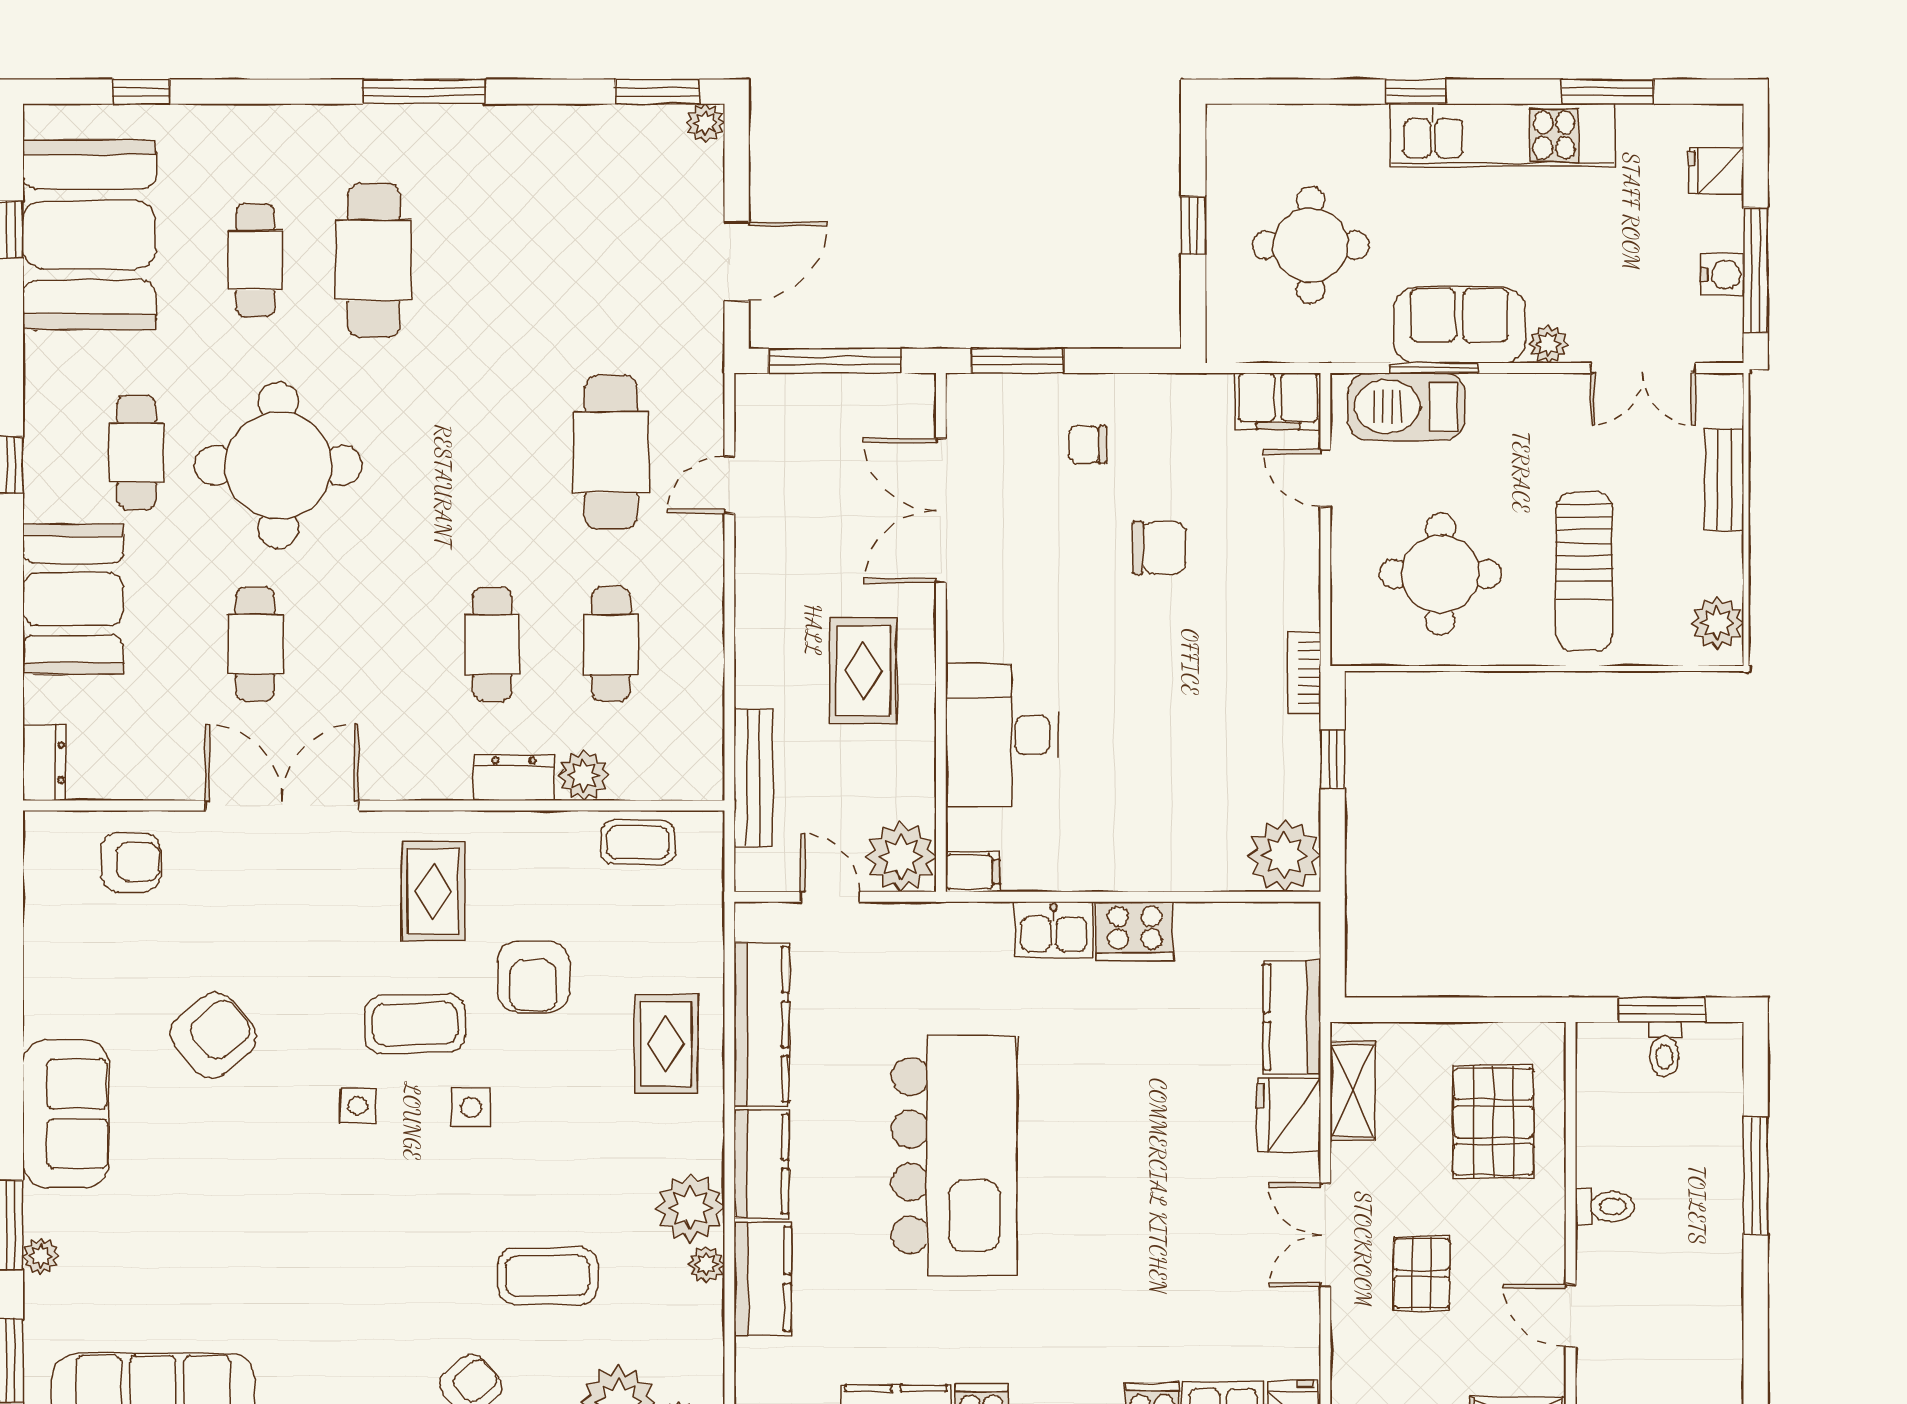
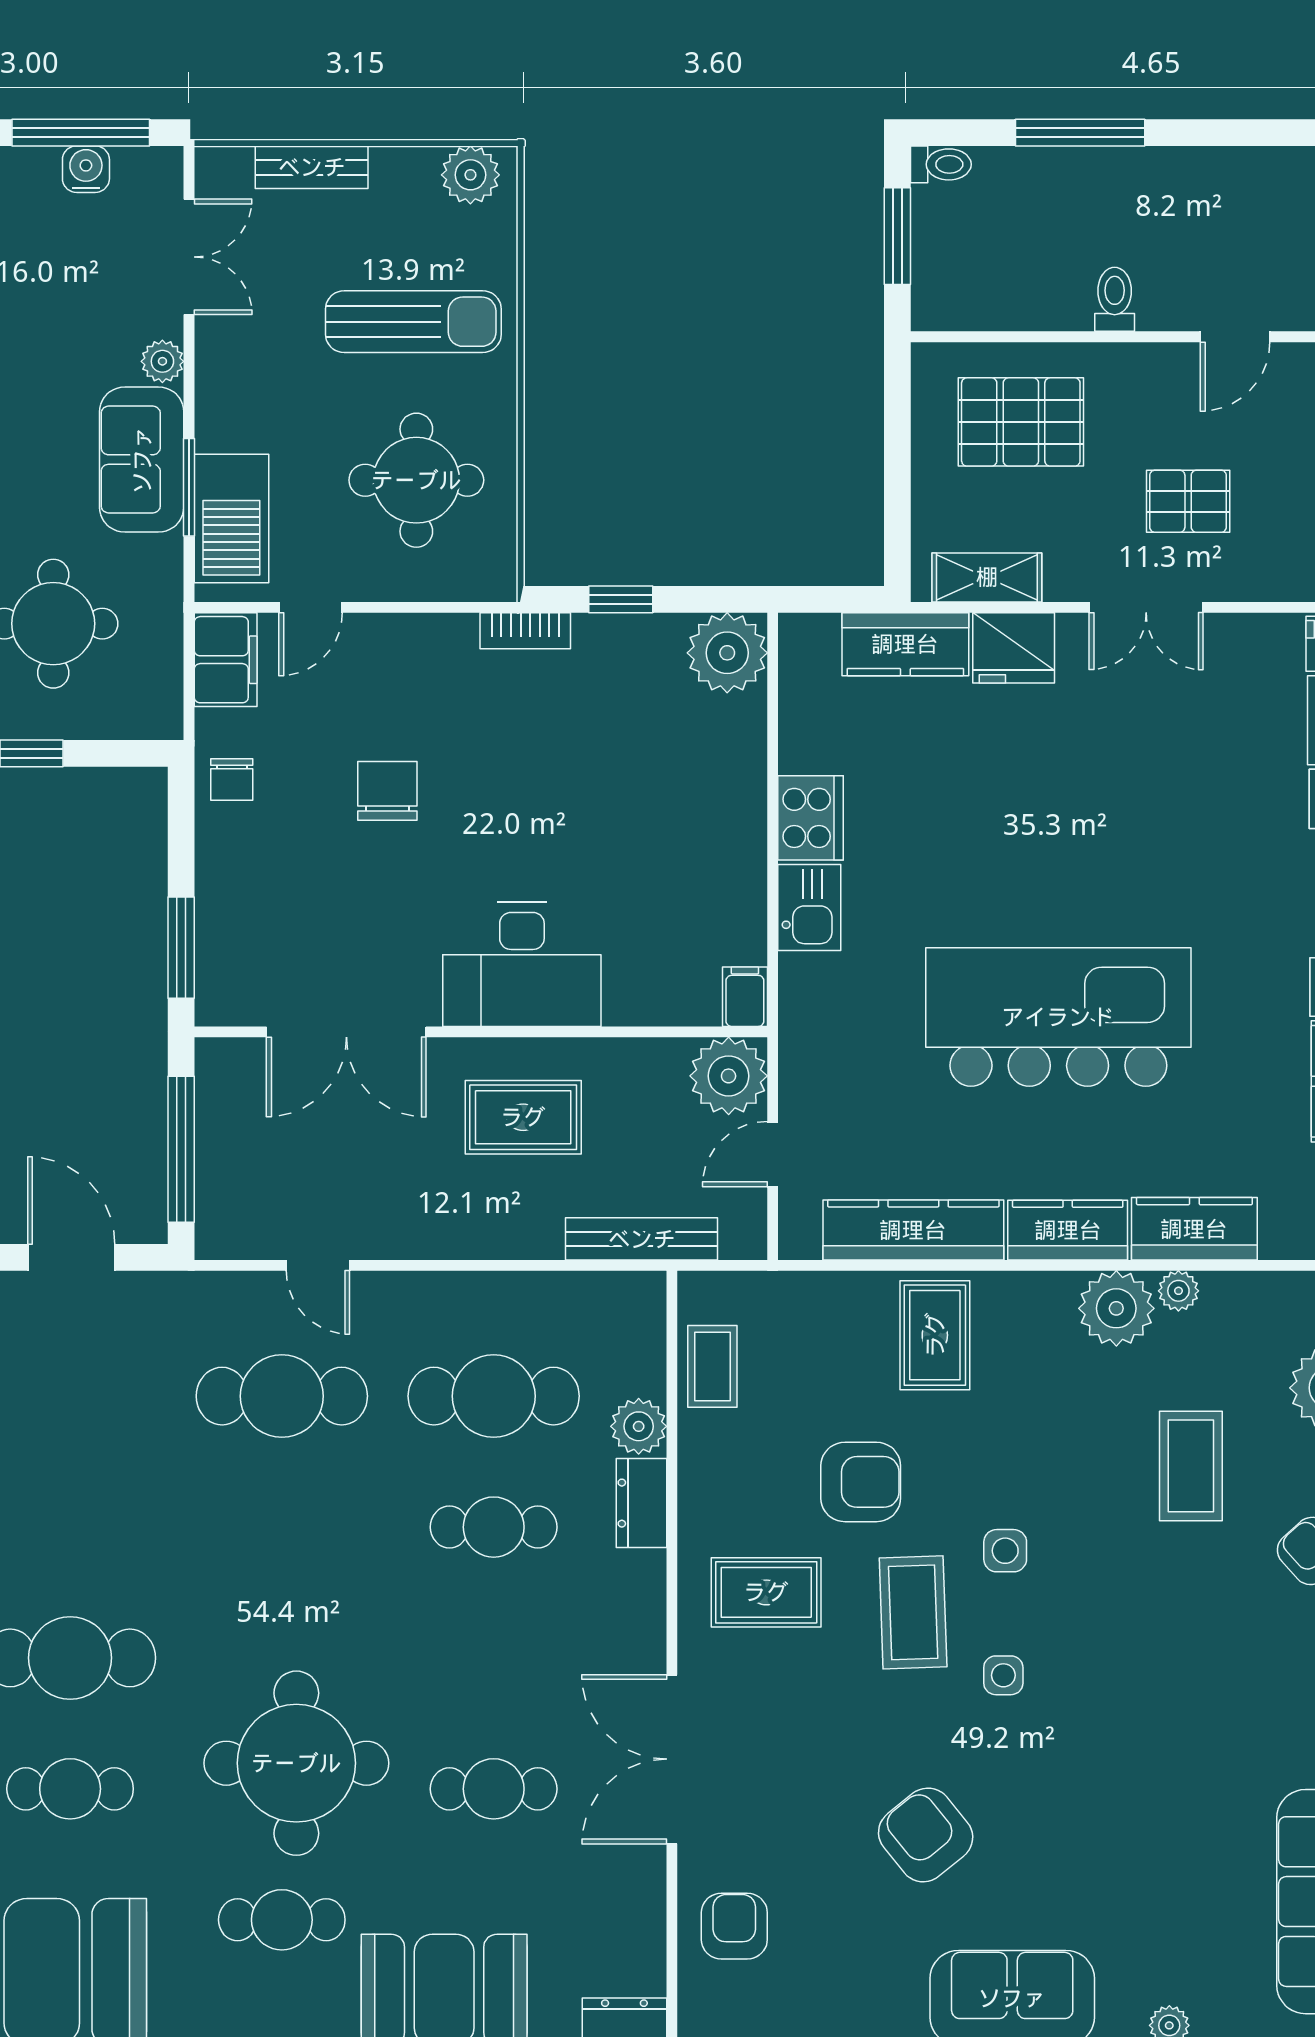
chair: (1088, 445) -> (232, 780), moved
cafe table: (611, 644) -> (494, 1396), width x1.37, depth x1.35
desk: (1002, 735) -> (522, 964), moved
rug: (666, 1044) -> (935, 1335), turned 90
toilet: (1665, 1049) -> (941, 164), moved

